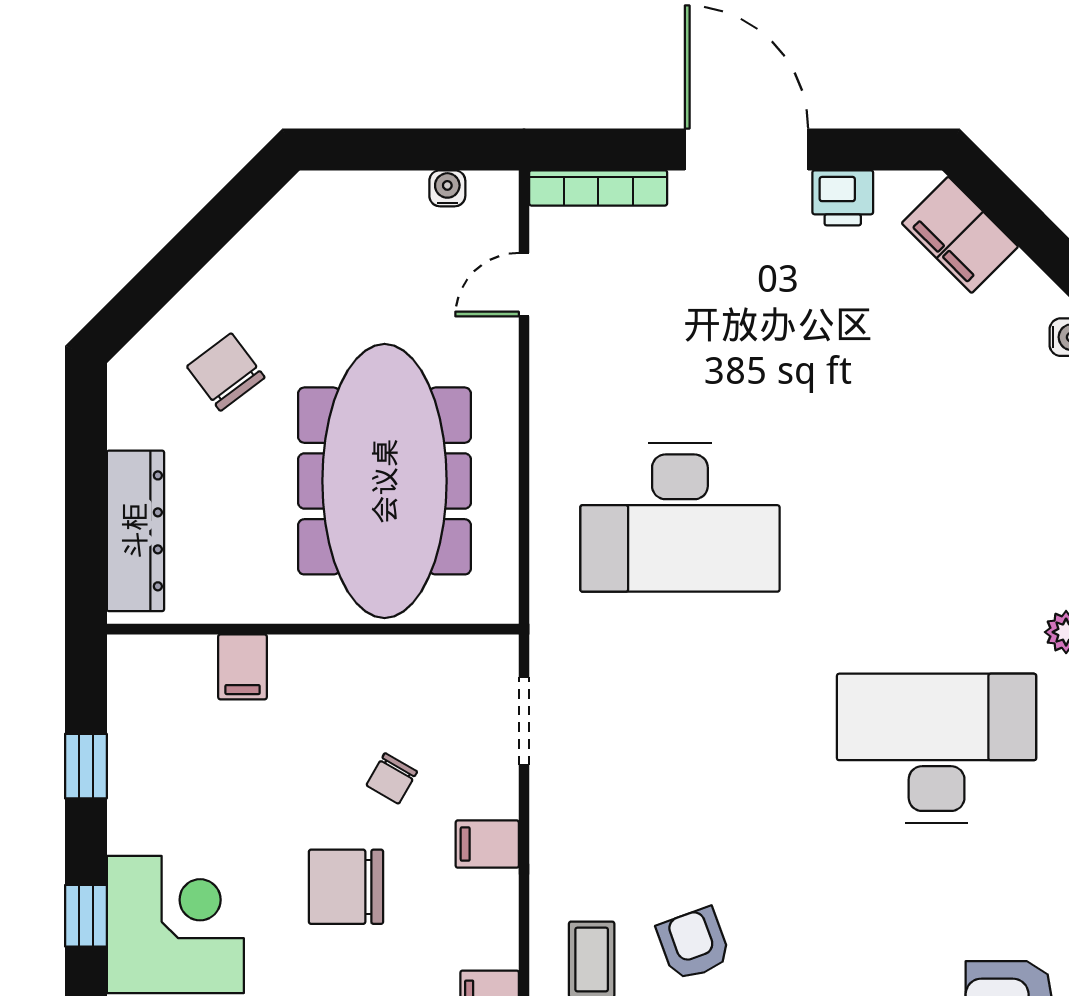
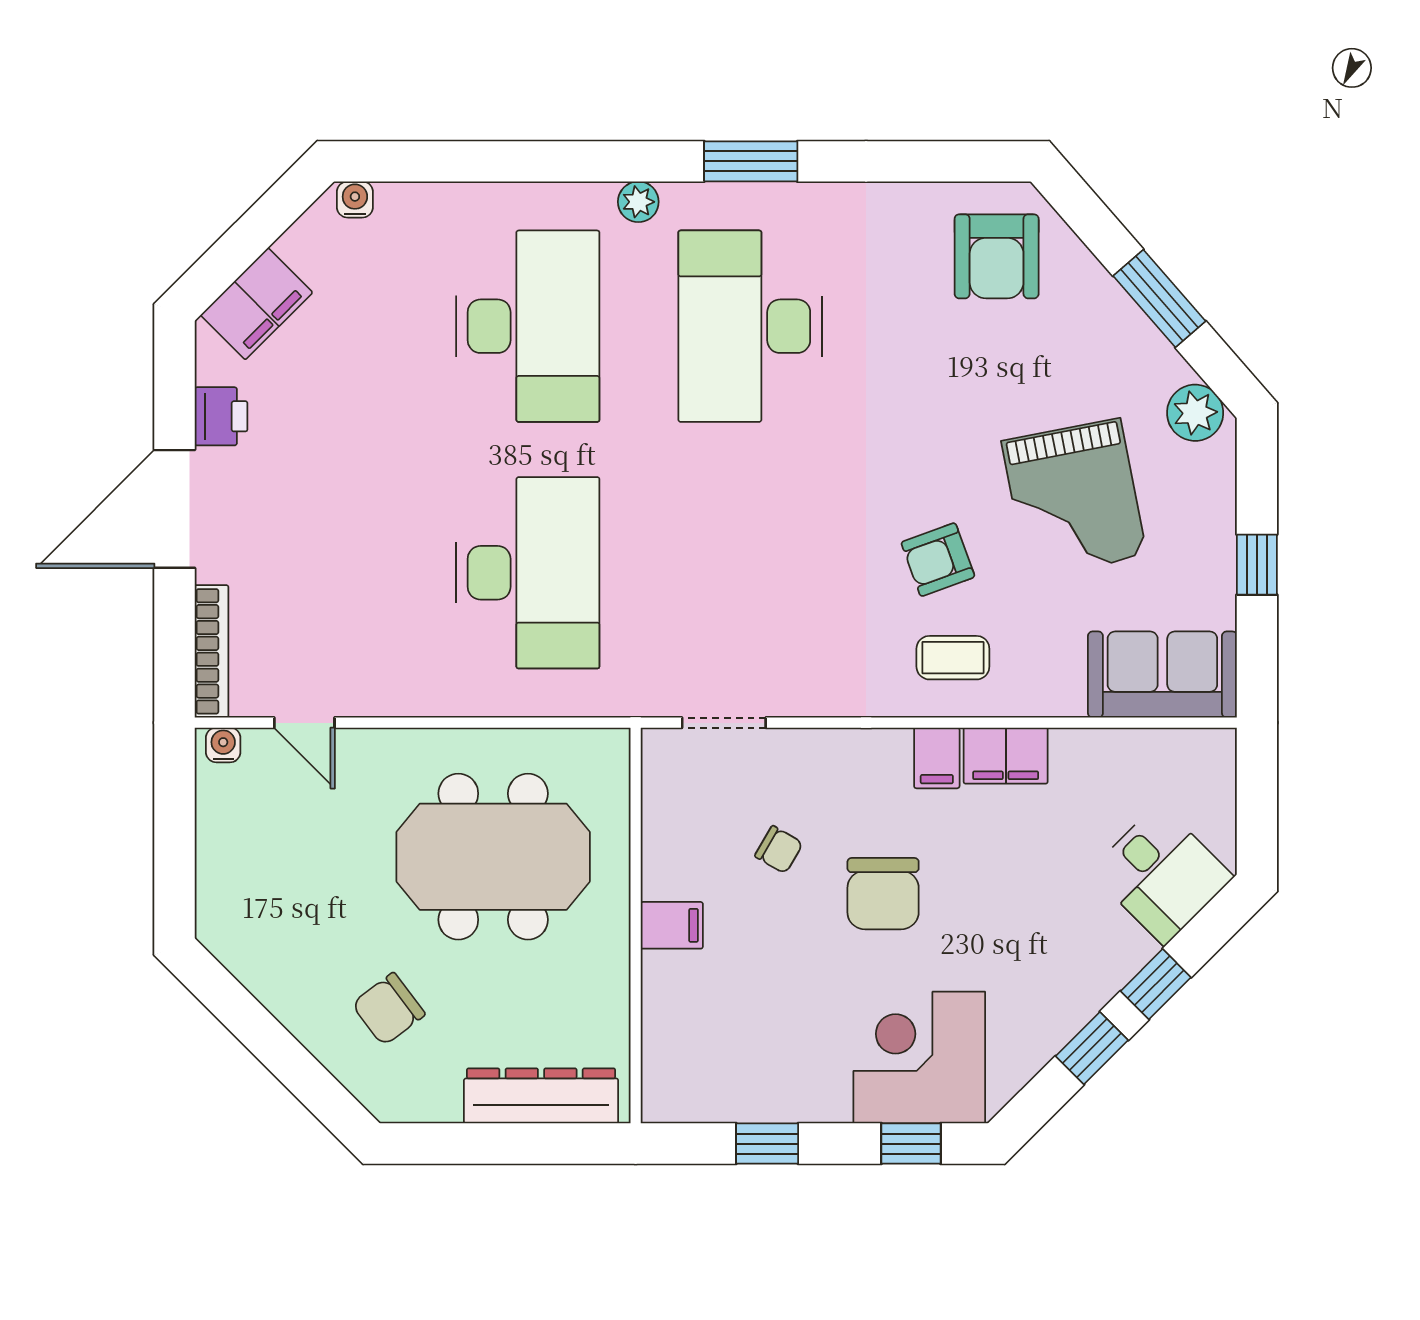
water cooler: (447, 188) -> (223, 745), moved, turned 90
meeting table: (385, 481) -> (493, 857), width x0.73
desk: (937, 517) -> (528, 326), added
filing cabinet: (243, 667) -> (672, 925), moved
filing cabinet: (487, 844) -> (937, 758), moved

